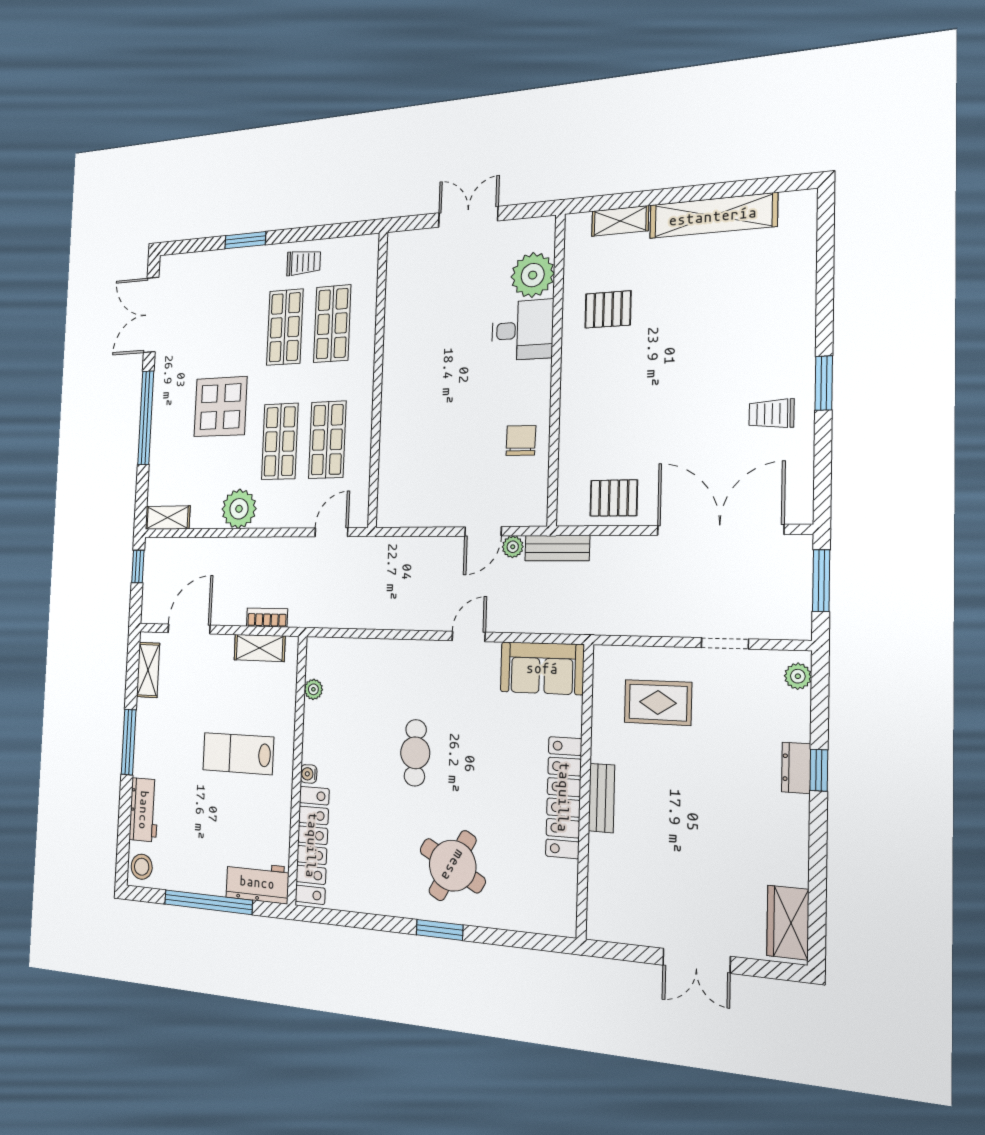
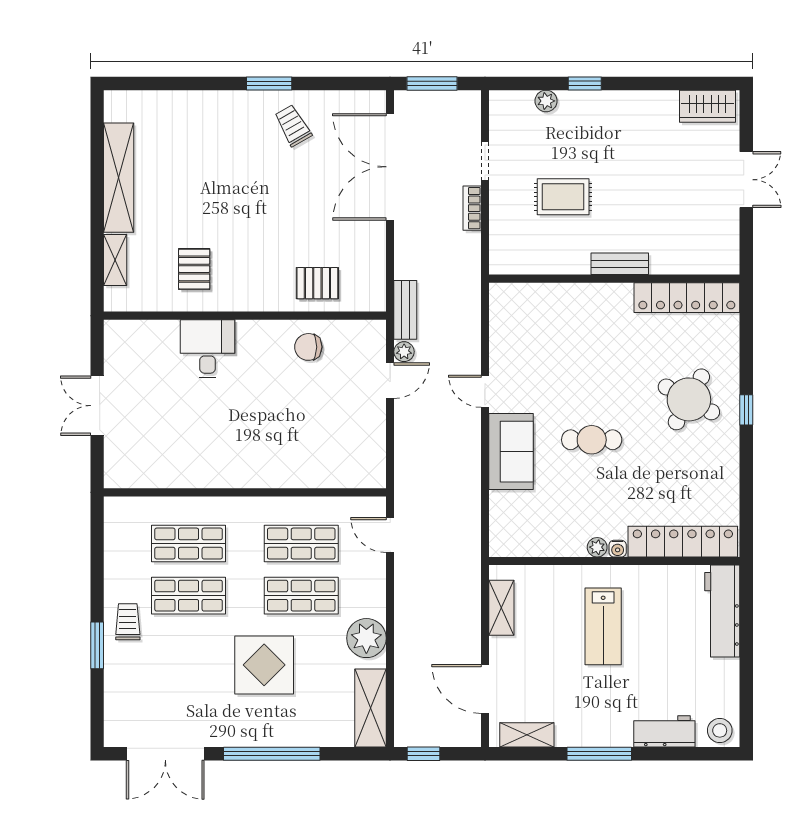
trolley: (304, 263) -> (128, 622), moved
plant: (533, 275) -> (157, 340), removed
trolley: (771, 414) -> (293, 125), turned 150
pallet: (614, 498) -> (317, 283), moved, turned 90
shelving: (168, 518) -> (370, 708), width x1.50, depth x1.33
door: (483, 531) -> (390, 381), hinge flipped
bookcase: (267, 618) -> (472, 208), moved
sofa: (542, 668) -> (511, 452), moved
plant: (798, 676) -> (546, 101), moved
plant: (313, 689) -> (597, 547), moved
rug: (658, 703) -> (563, 197), moved, turned 90
dresser: (796, 768) -> (584, 101), removed
locker: (564, 797) -> (687, 298), moved
workbench: (257, 882) -> (722, 611), width x1.38
window: (208, 902) -> (746, 652), removed
window: (440, 930) -> (746, 410), width x0.67

